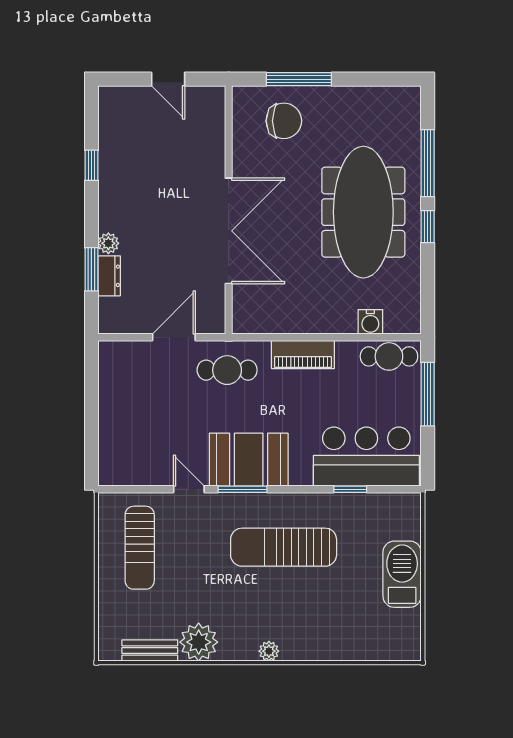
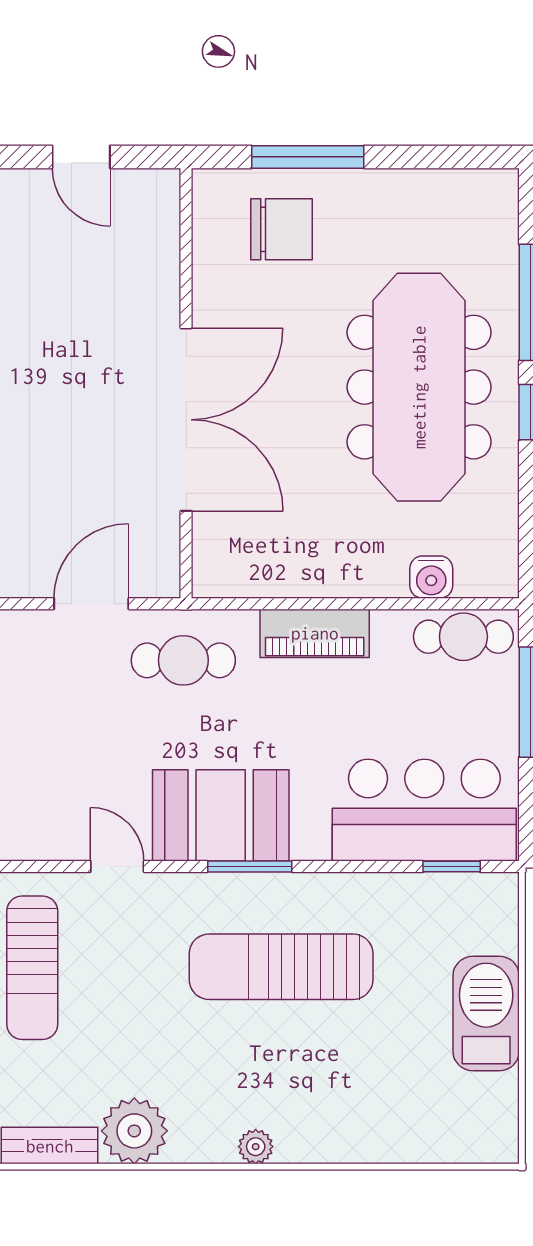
window: (243, 489) -> (250, 866), moved
window: (350, 489) -> (452, 866), moved

